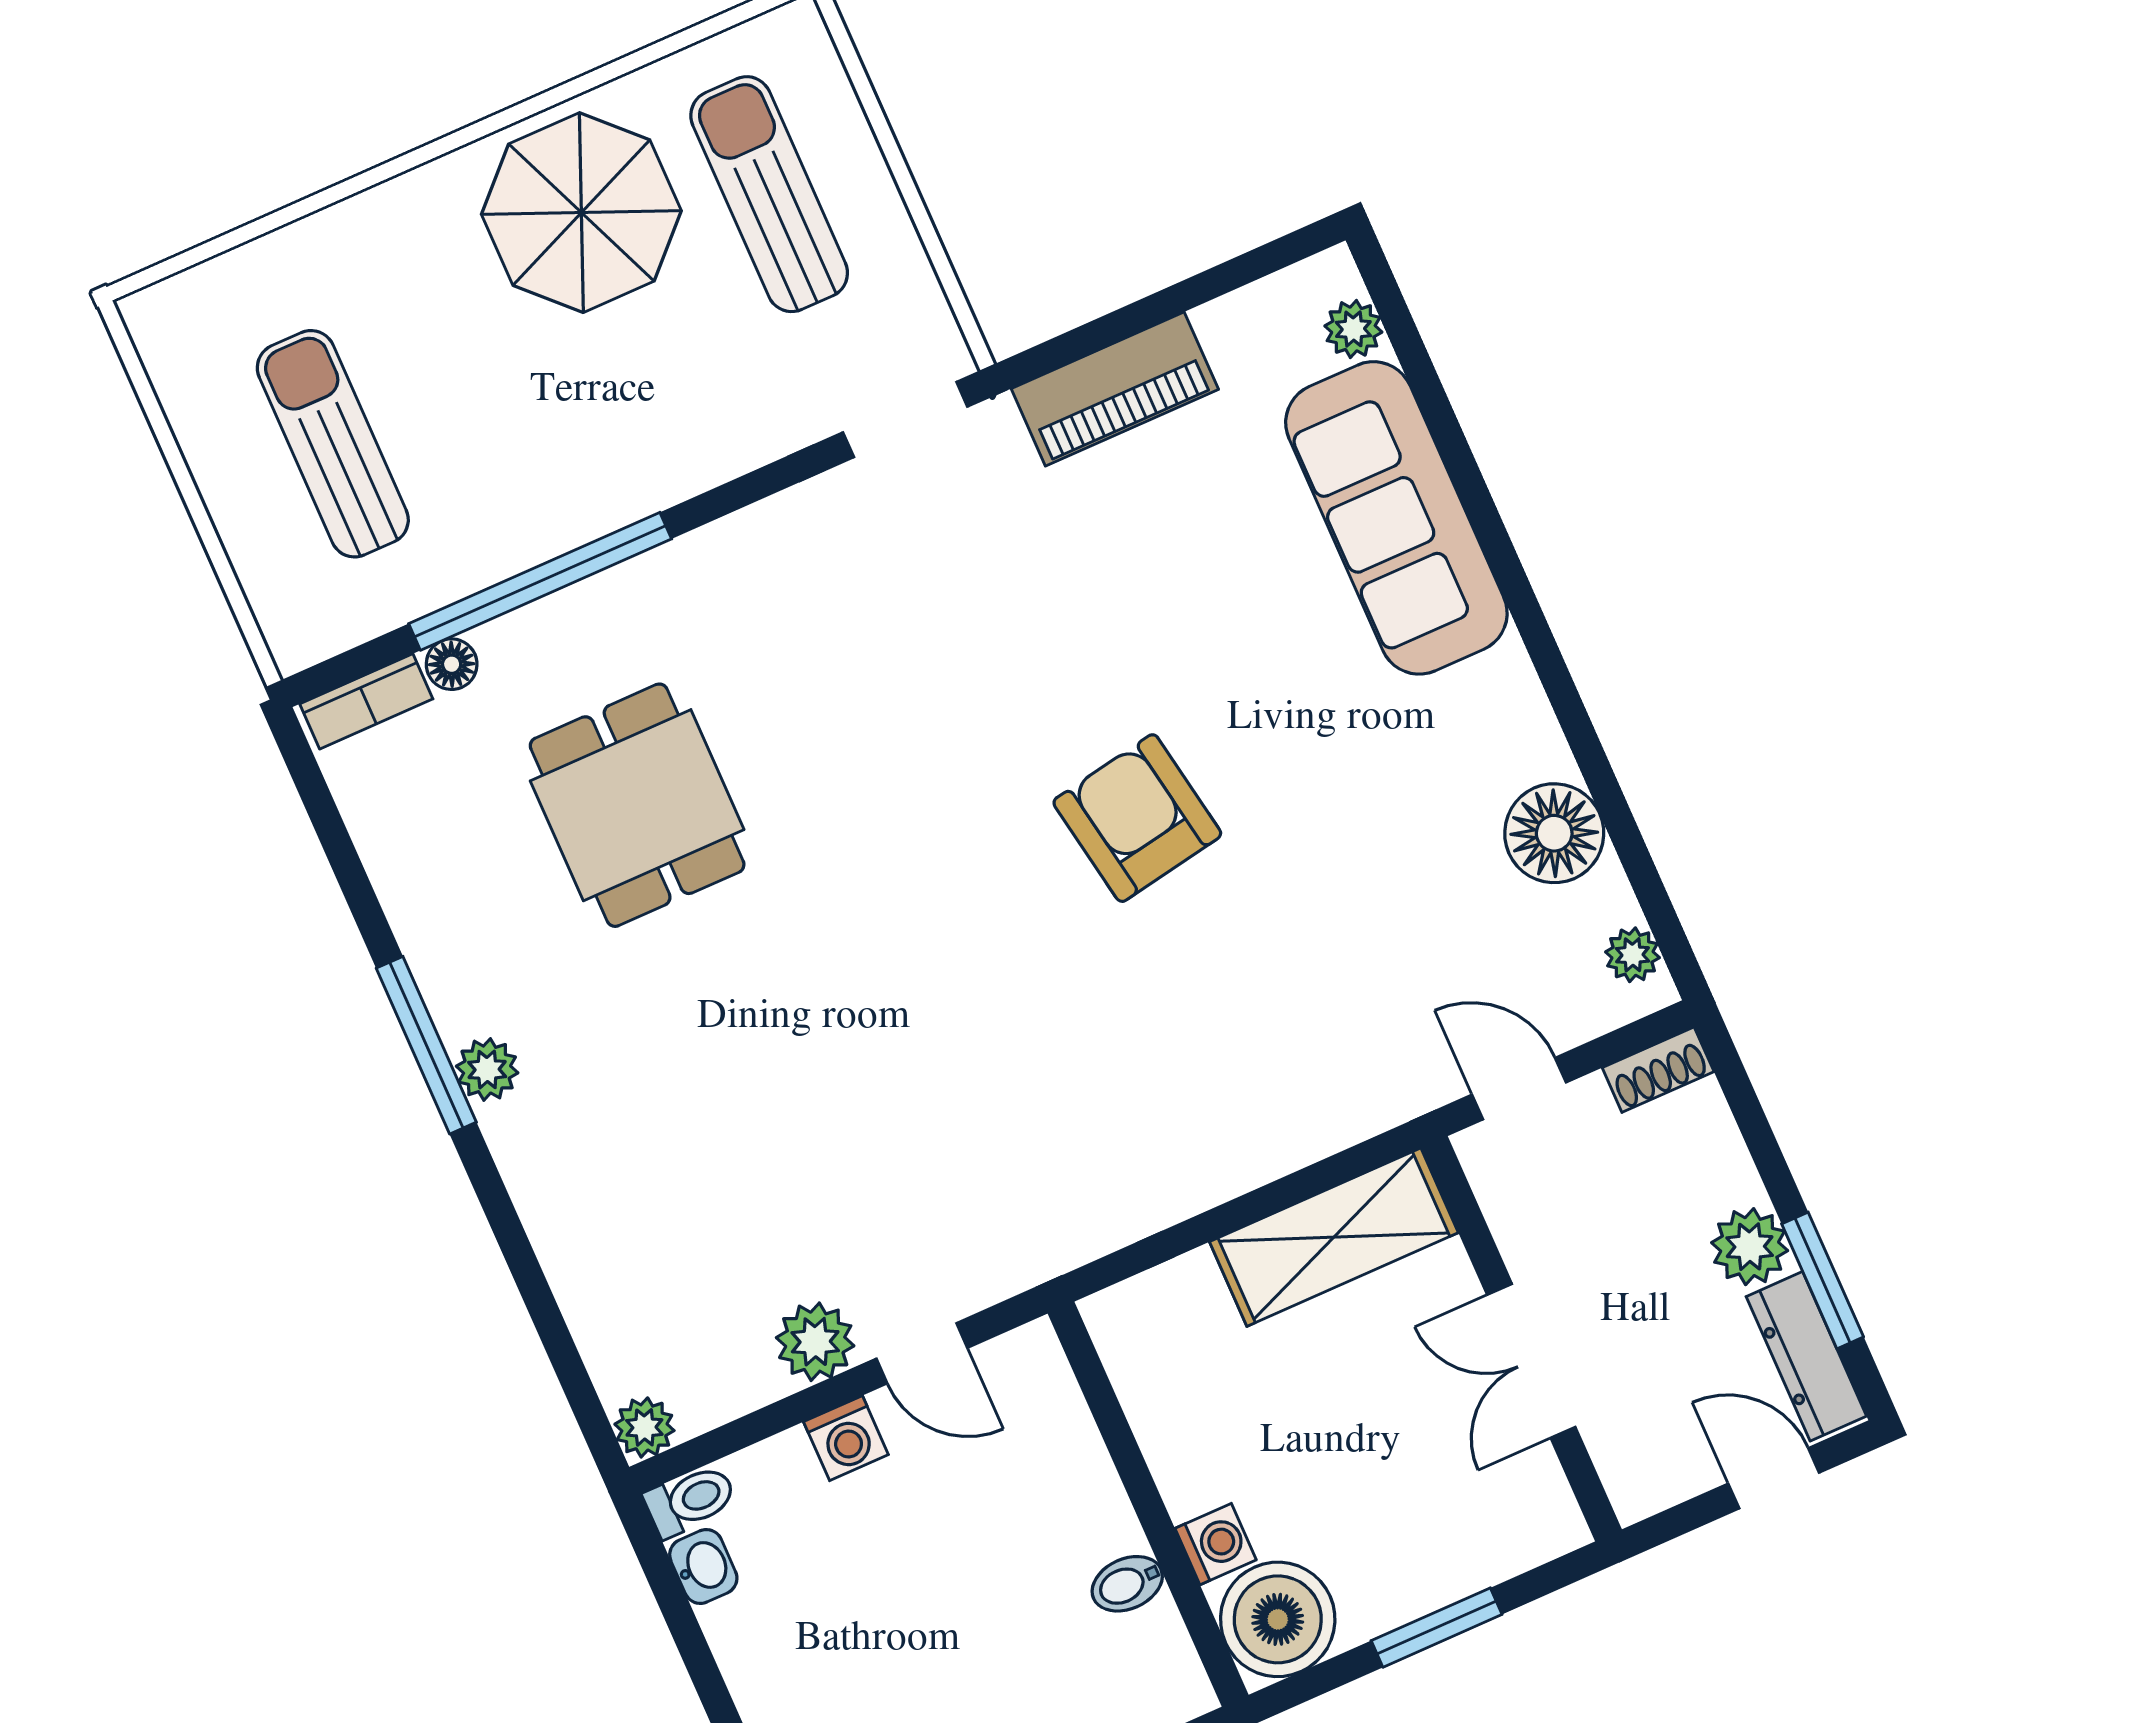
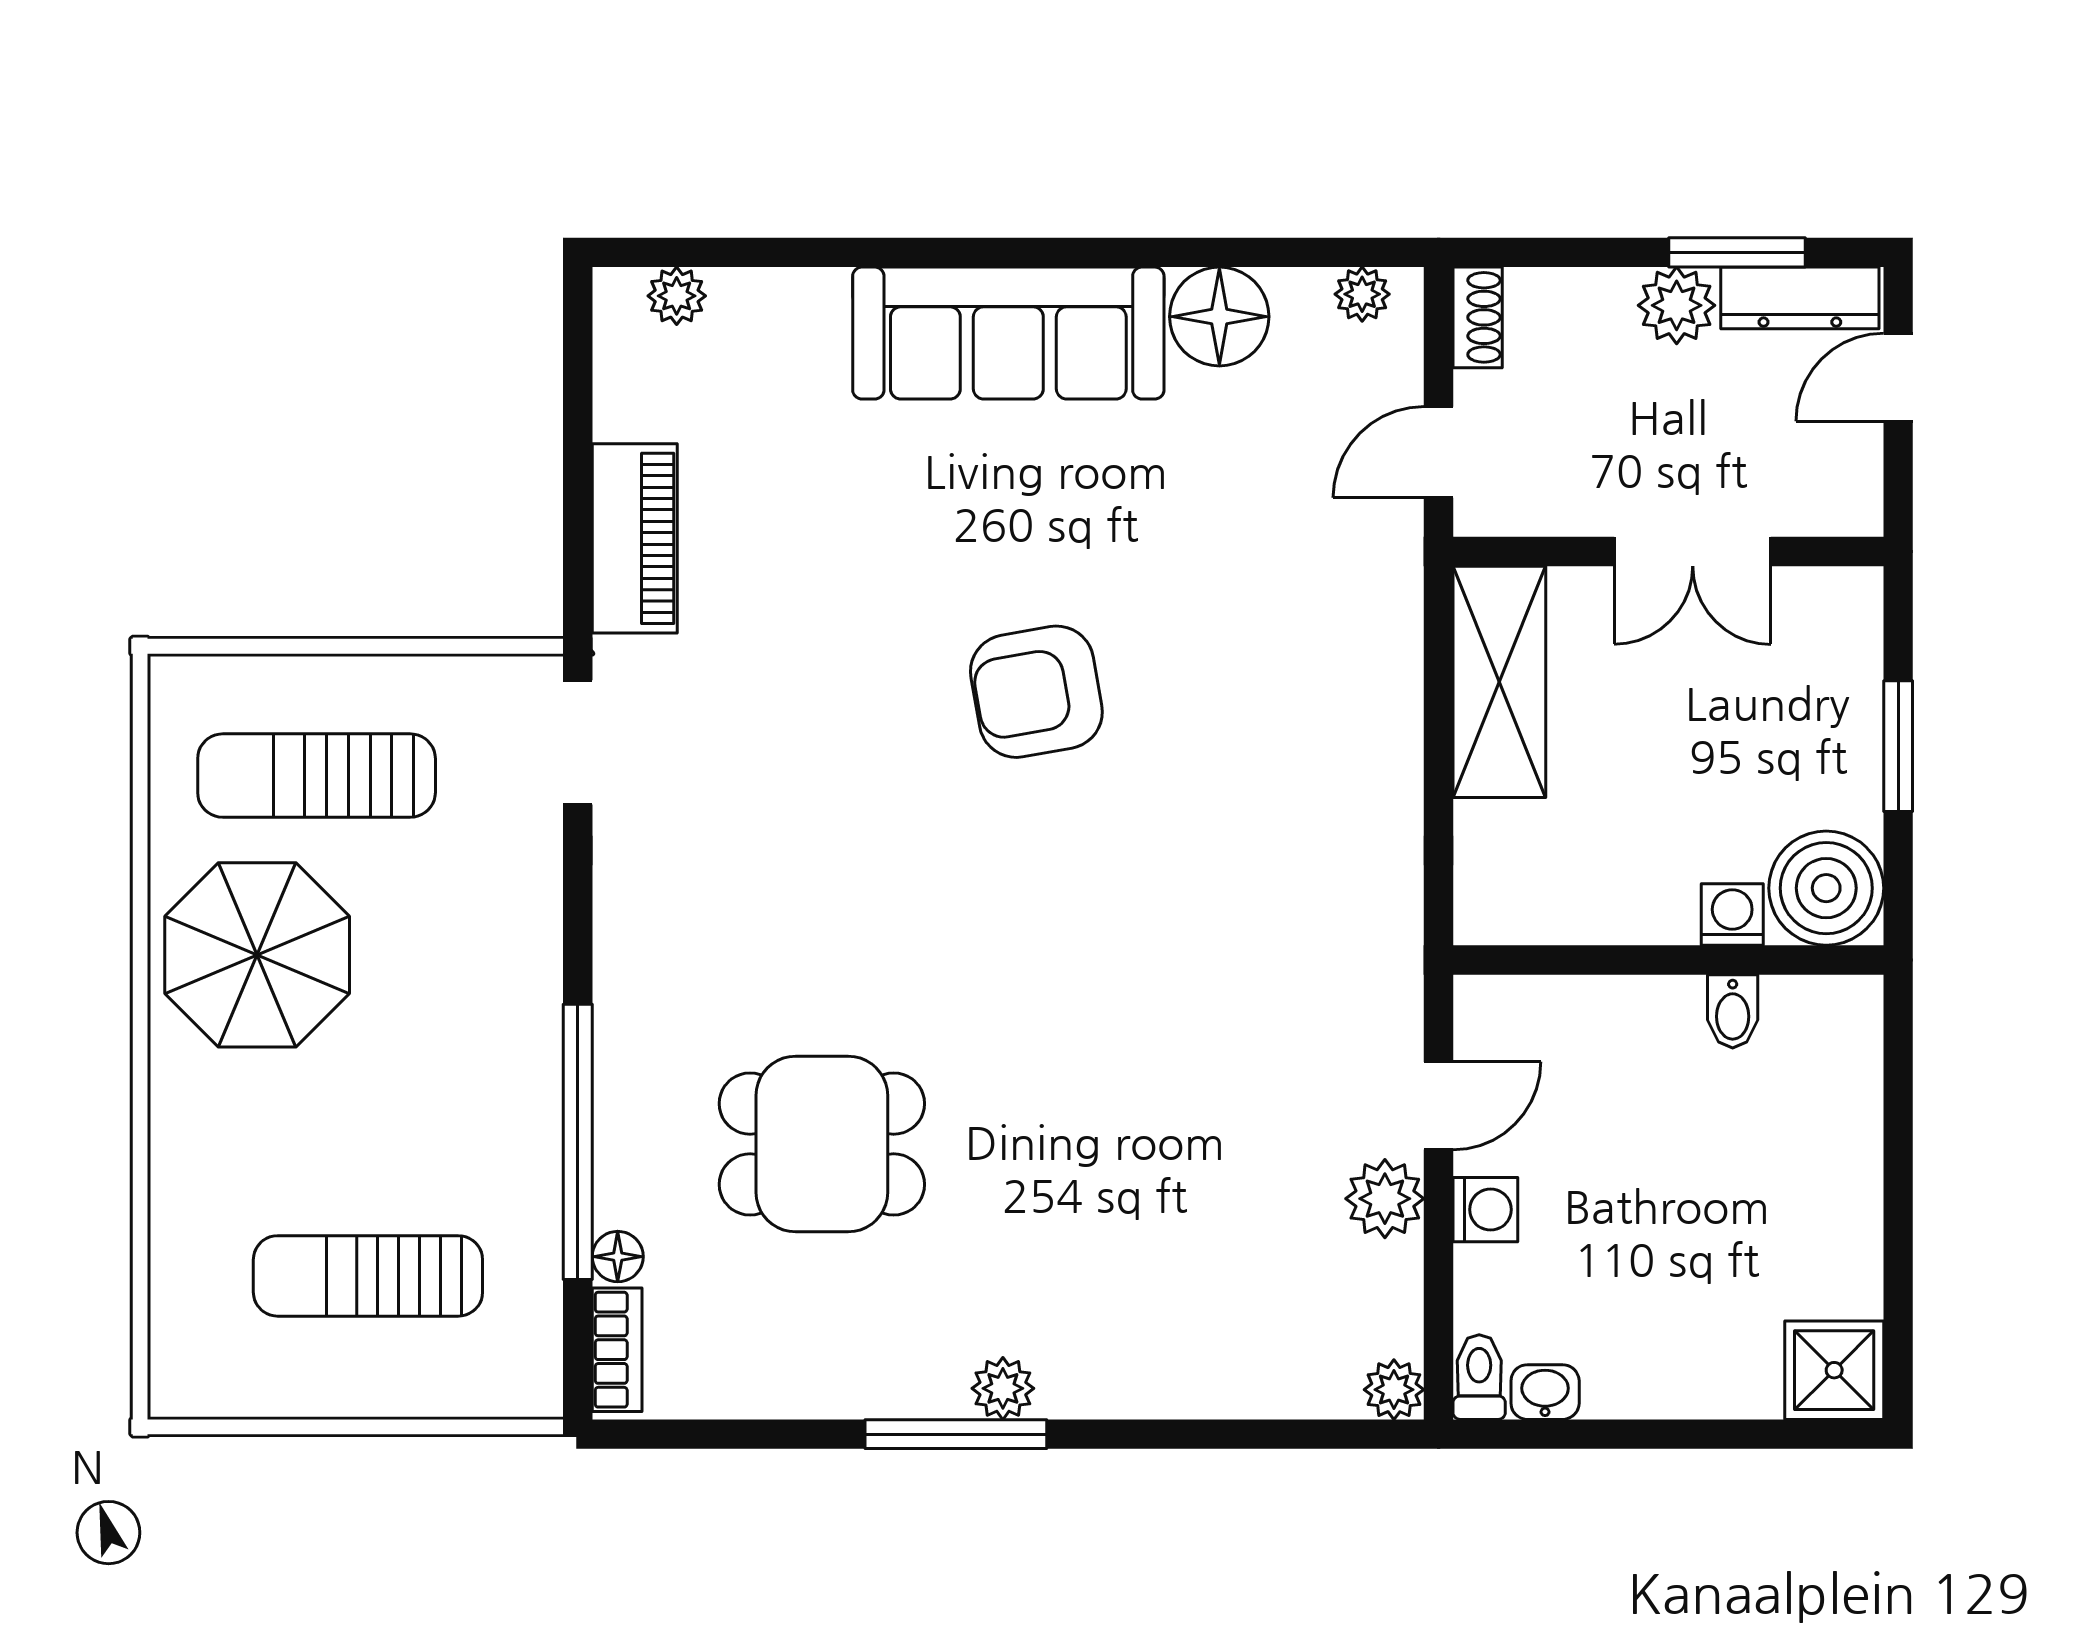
sofa: (1396, 518) -> (1008, 333), moved

